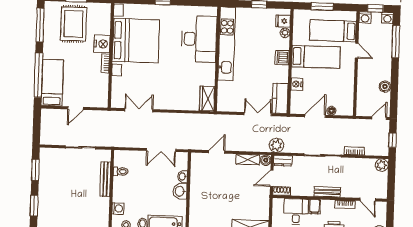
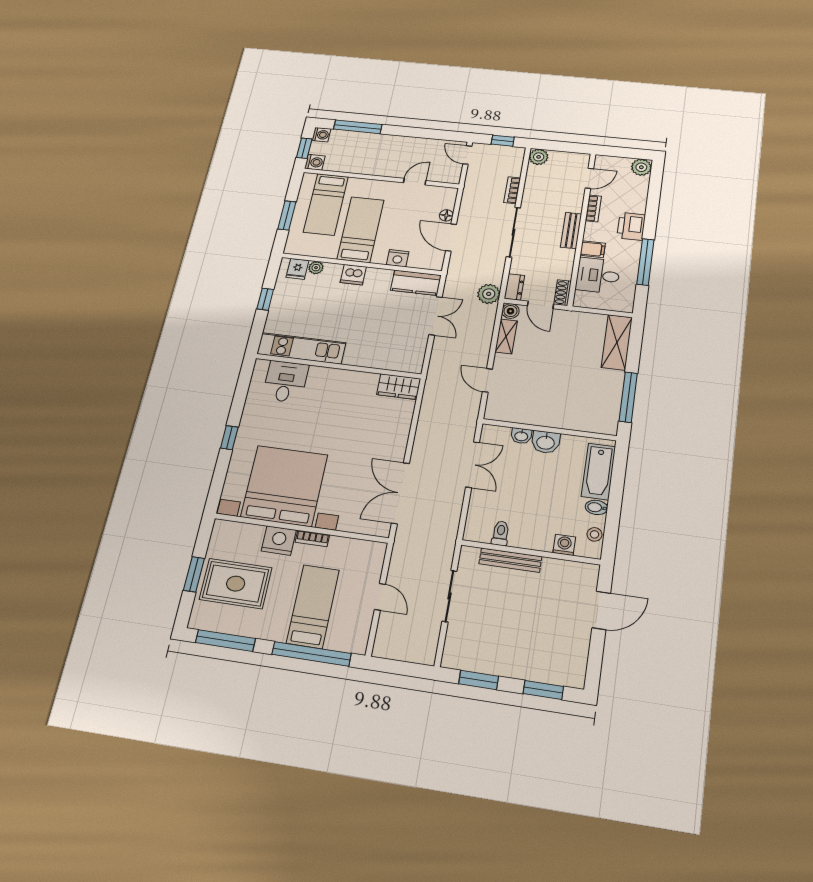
desk: (199, 39) -> (285, 382), width x0.53, depth x0.77
kitchen unit: (227, 44) -> (301, 348), width x0.73
door: (357, 51) -> (415, 182), moved
bed: (52, 83) -> (313, 606), moved, turned 90
boiler: (385, 87) -> (421, 145), removed
double door: (139, 110) -> (400, 493), width x1.37
double door: (258, 114) -> (435, 316), swing flipped

